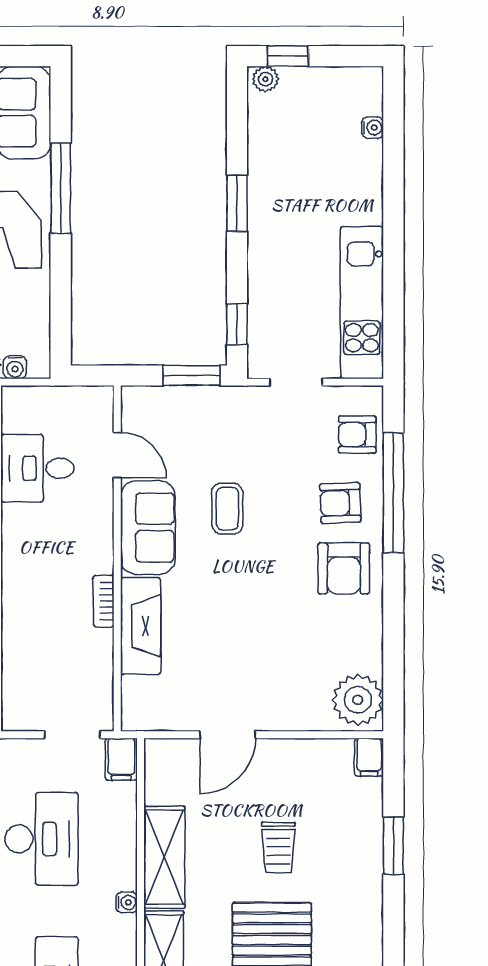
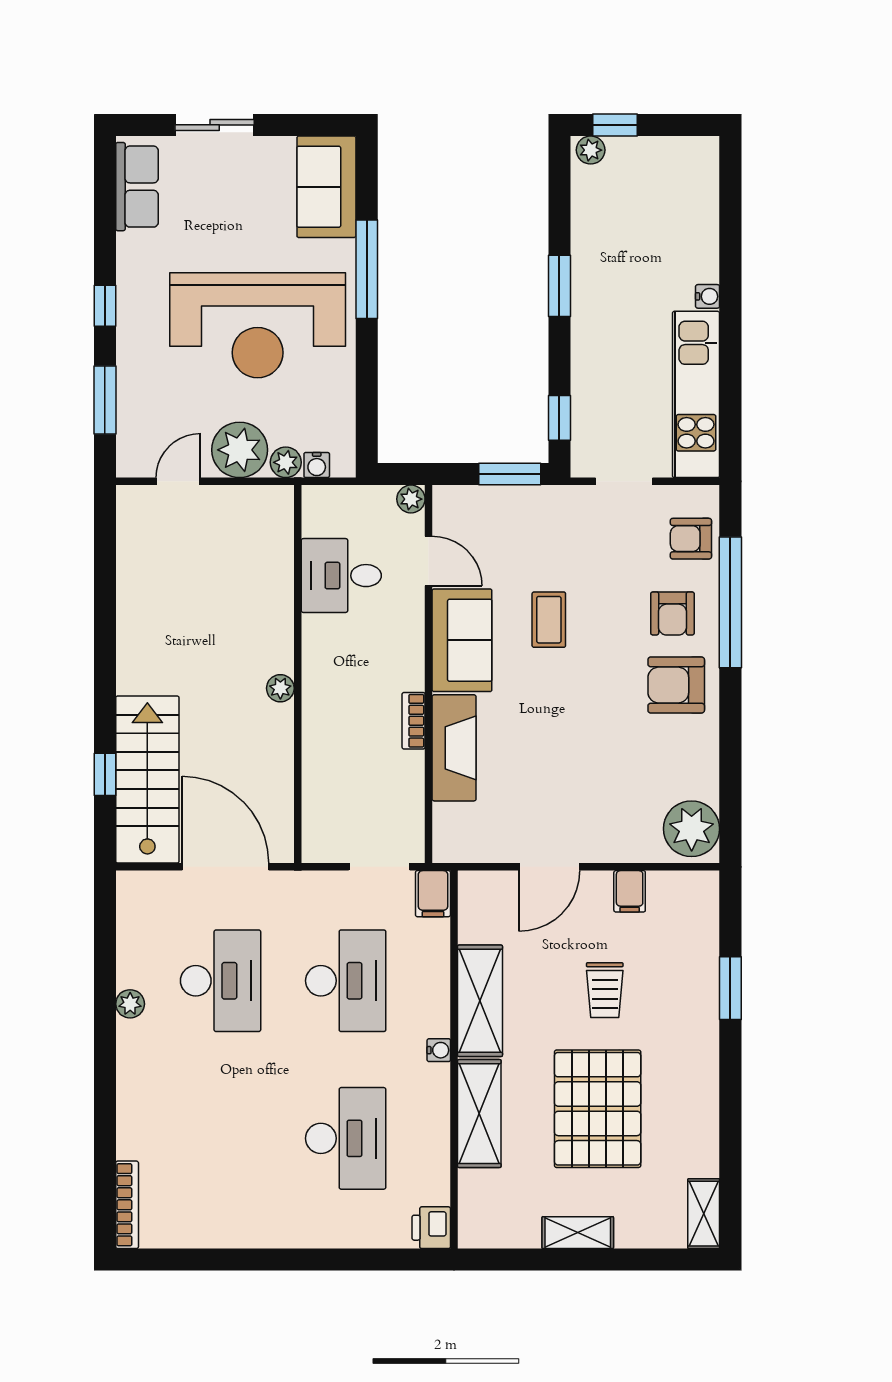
water cooler: (372, 128) -> (708, 296), moved
plant: (101, 398) -> (411, 499), added
armchair: (340, 503) -> (672, 613), turned -88
armchair: (344, 568) -> (676, 685), turned 90
filing cabinet: (369, 757) -> (630, 891), moved

